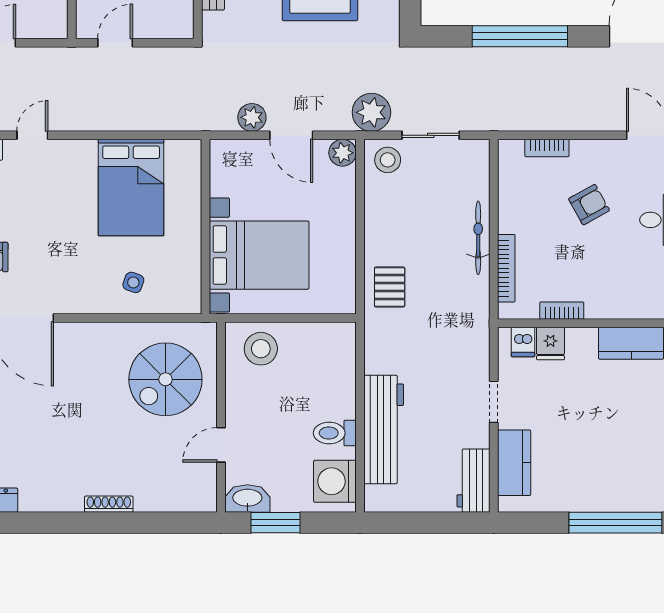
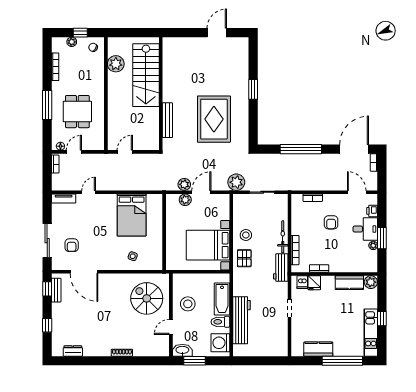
door: (291, 135) -> (201, 192), swing flipped
plant: (342, 153) -> (185, 200), moved
stool: (388, 160) -> (246, 235), moved
armchair: (589, 205) -> (331, 222), turned 119
bed with nightstands: (259, 255) -> (208, 245), moved, turned 180
stool: (261, 349) -> (188, 304), moved
spiral stairs: (165, 379) -> (147, 298), turned 90
bathtub: (339, 381) -> (222, 299), added
kitchen counter: (514, 463) -> (318, 349), moved, turned -90
workbench: (473, 481) -> (281, 268), moved

